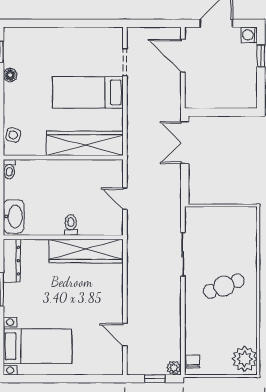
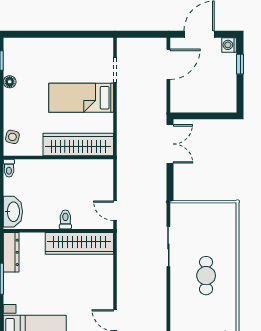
door: (183, 56) -> (168, 64), swing flipped
double door: (185, 143) -> (170, 144), swing flipped
door: (125, 199) -> (115, 211), moved
cafe table: (224, 286) -> (206, 276), turned -69

